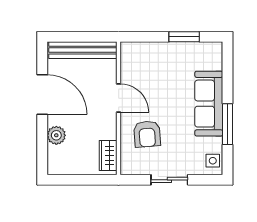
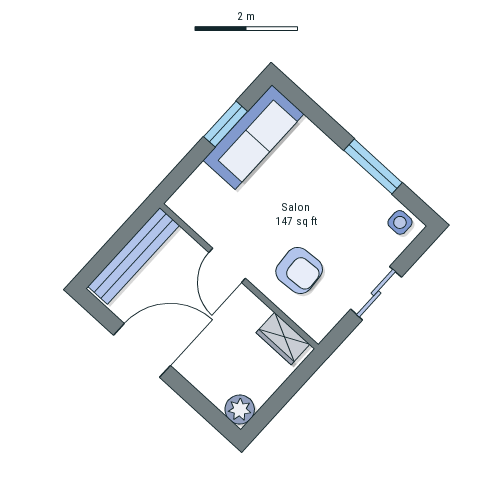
door: (119, 98) -> (227, 265), swing flipped
sofa: (209, 104) -> (254, 137), moved, turned -90
plant: (56, 135) -> (240, 409), moved

